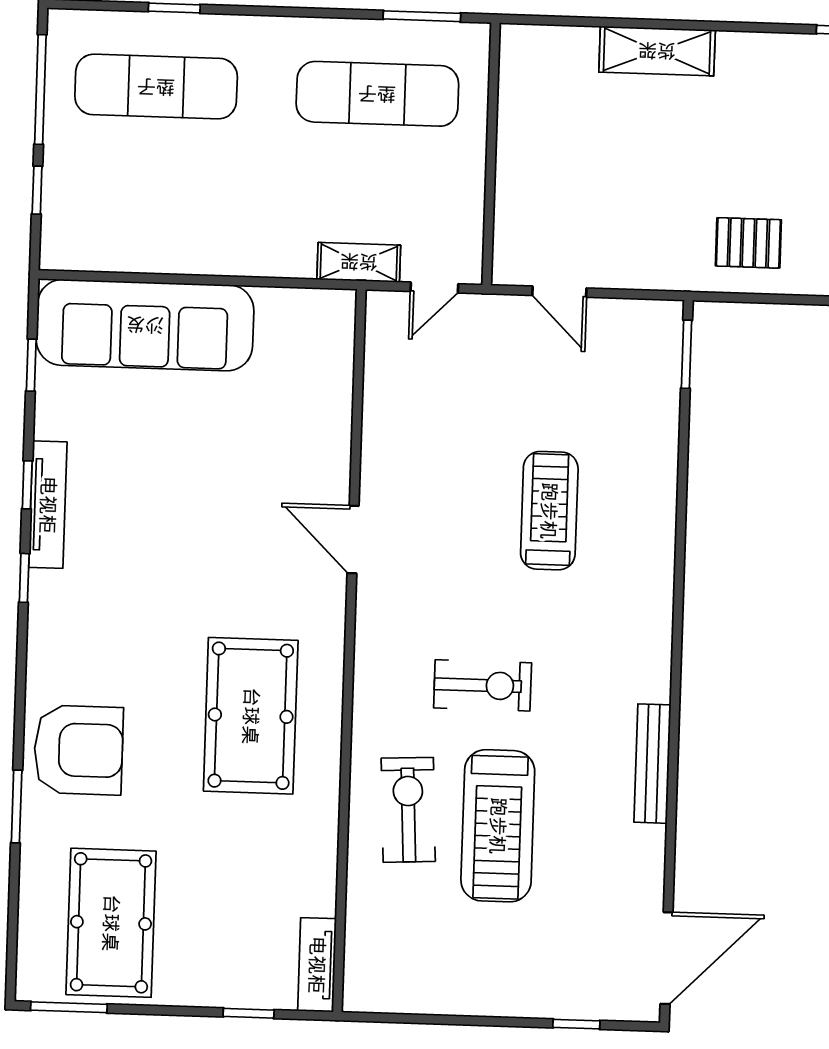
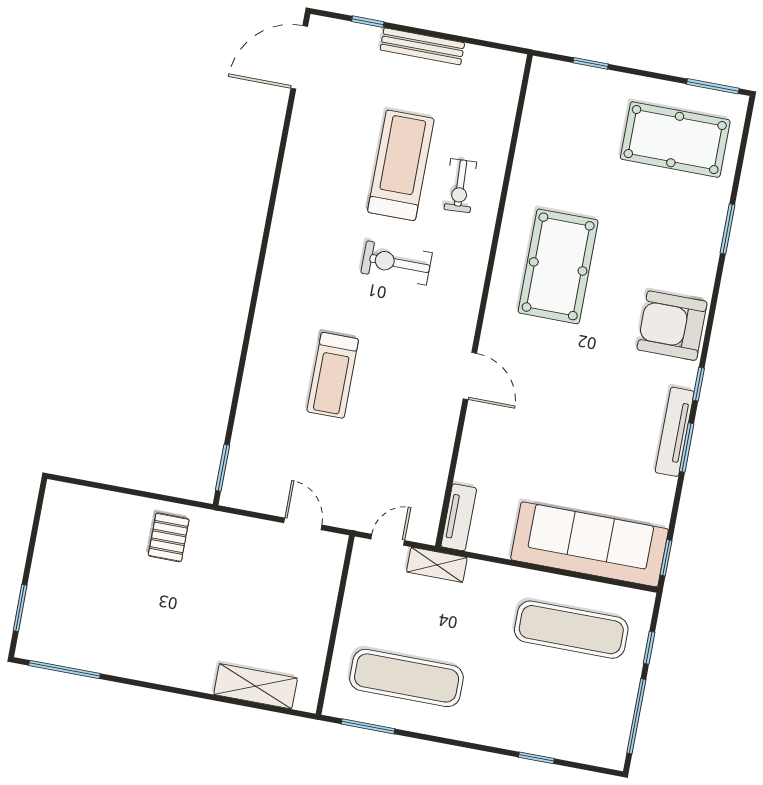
shelving: (657, 51) -> (256, 686), moved
exercise mat: (156, 87) -> (571, 630), moved
pallet: (748, 243) -> (169, 537), turned 90
window: (31, 365) -> (666, 558), moved
window: (27, 485) -> (687, 447), width x1.50
armchair: (78, 750) -> (672, 326), moved
bench: (652, 764) -> (422, 46), moved, turned 90
exercise bike: (408, 810) -> (460, 186), width x0.73, depth x0.72
pool table: (111, 923) -> (675, 140), turned 90
tv unit: (317, 965) -> (459, 517), moved

